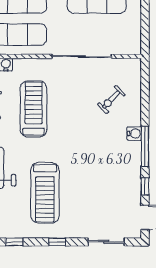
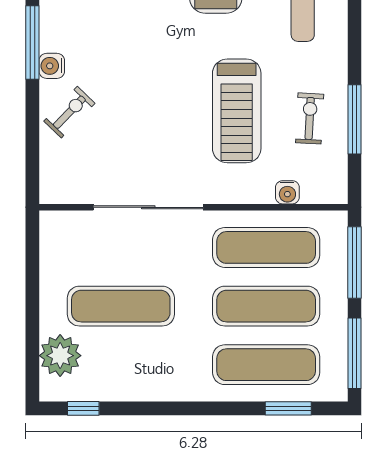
exercise bike: (111, 99) -> (69, 112), moved

